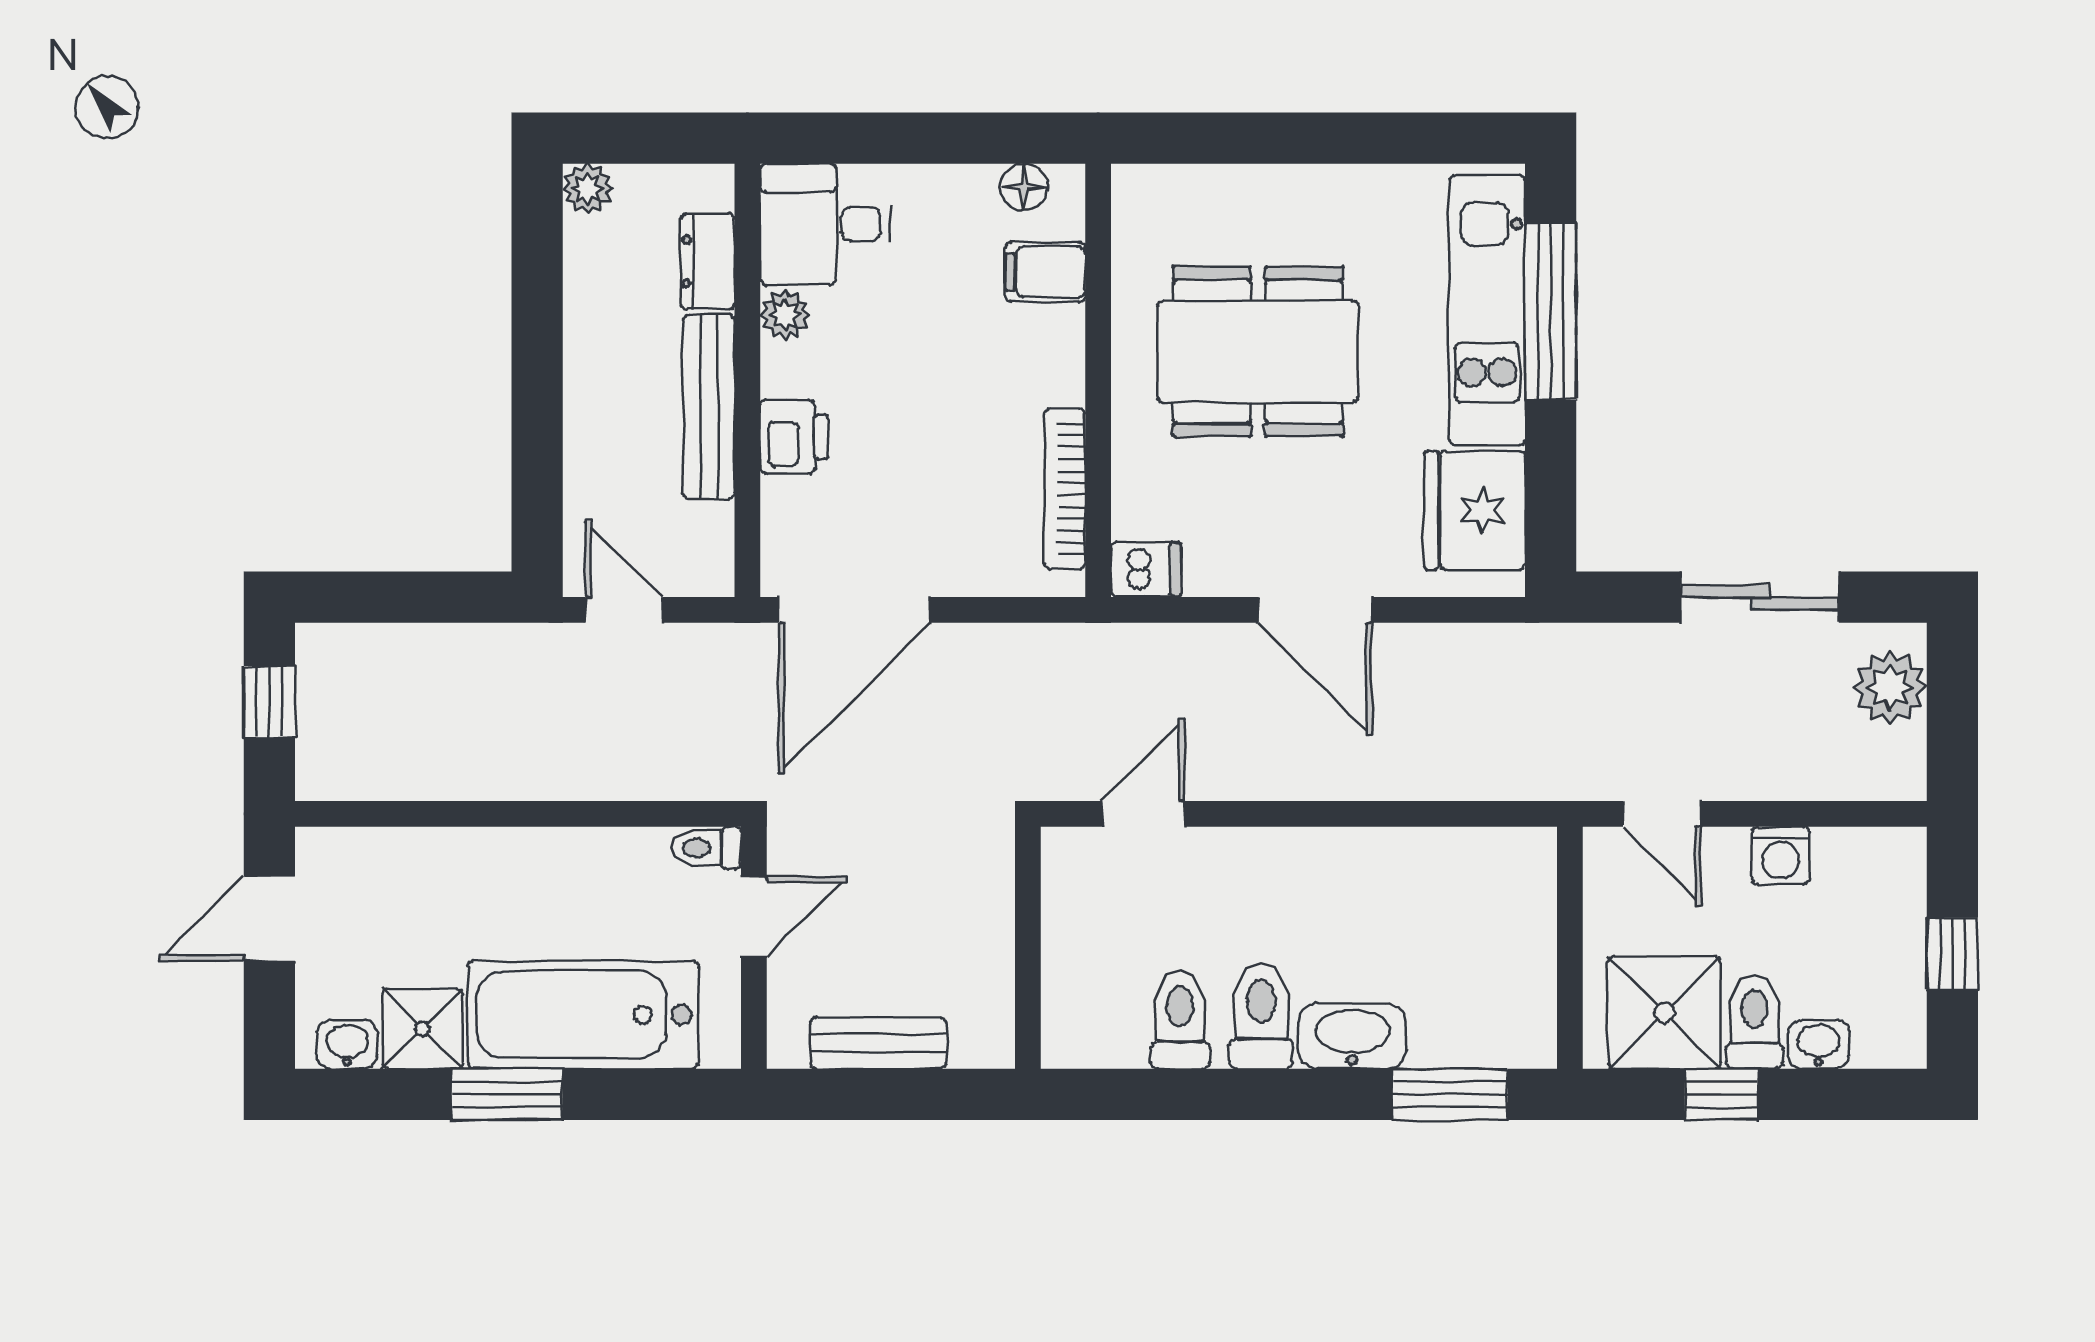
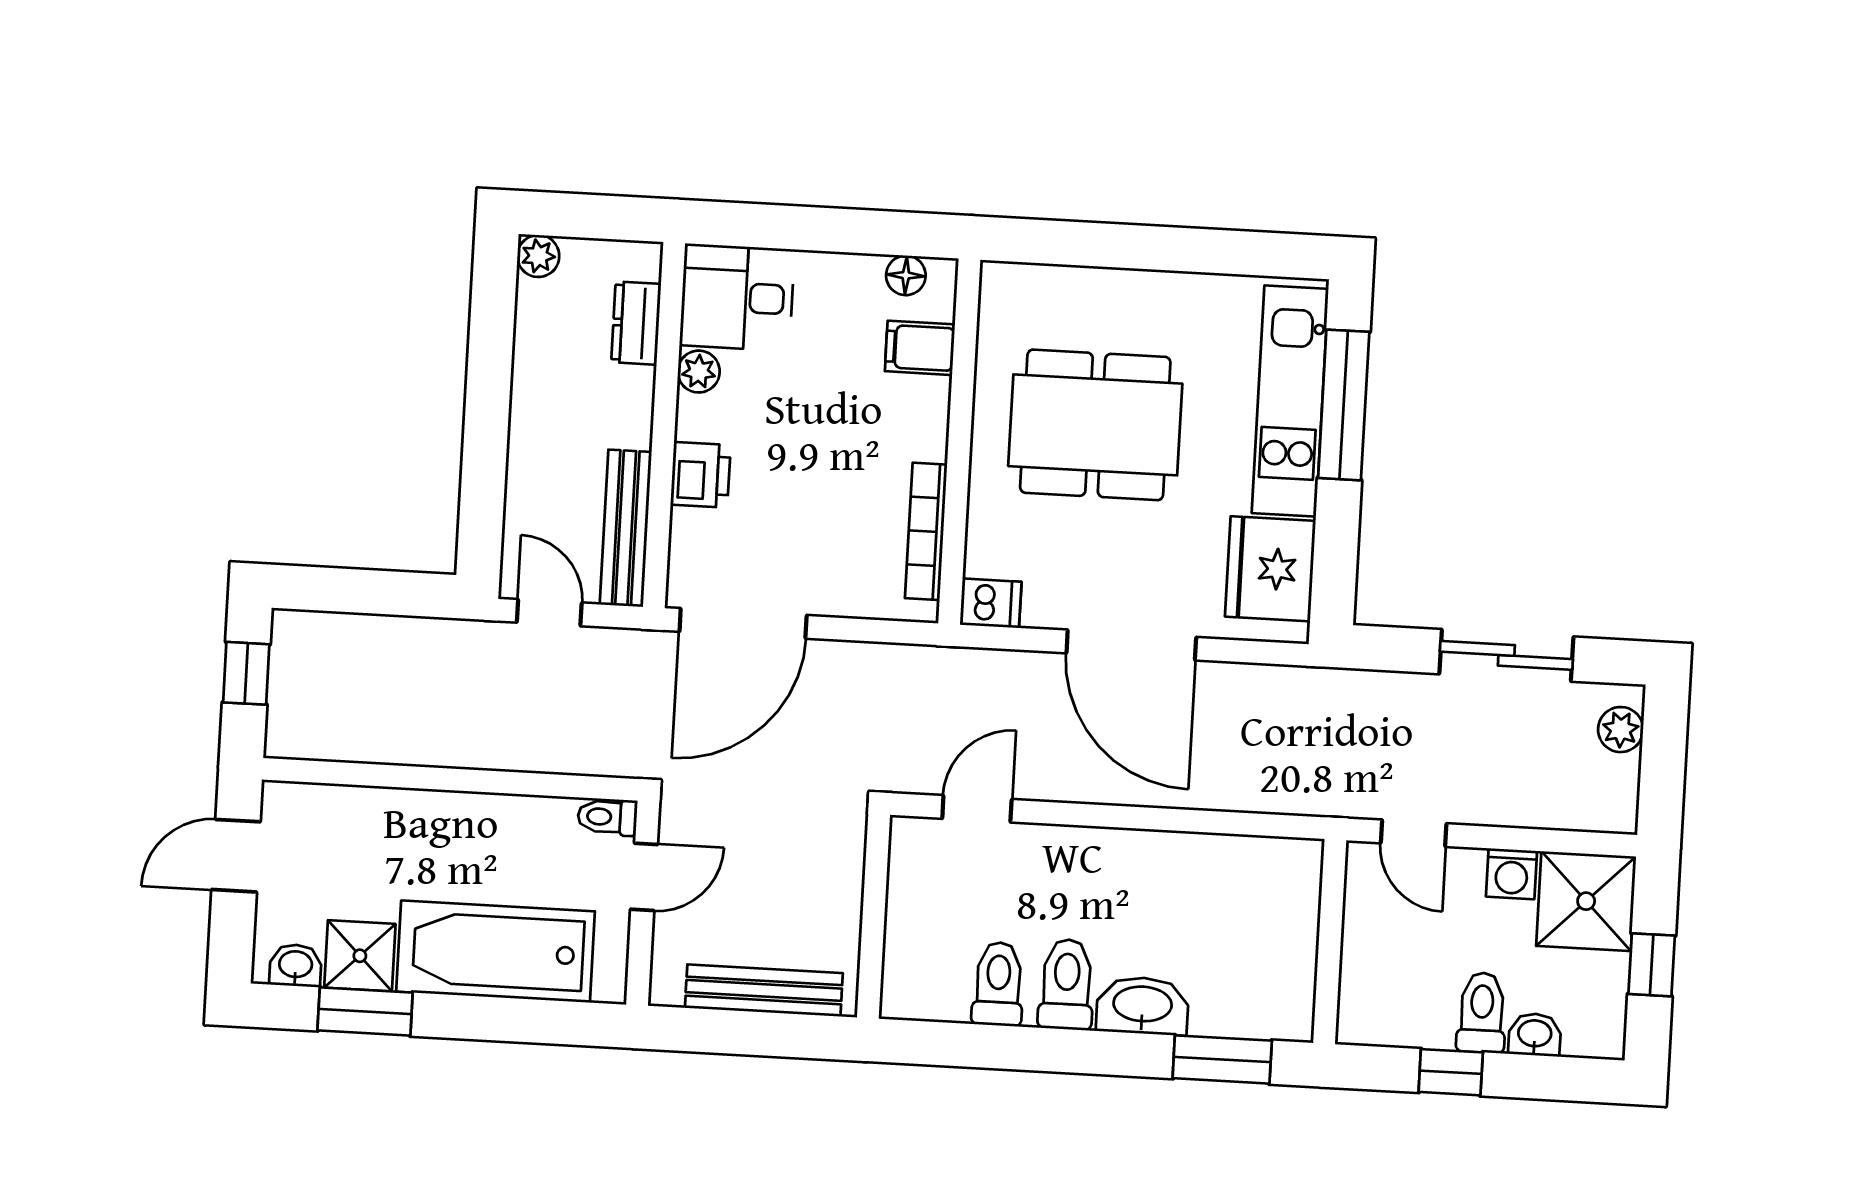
bench: (709, 407) -> (626, 528), moved
door: (1315, 610) -> (1131, 645), width x1.36
plant: (1890, 687) -> (1621, 730), width x0.73, depth x0.73
shower: (1664, 1013) -> (1586, 901), moved
bench: (878, 1043) -> (764, 990), width x1.36
window: (507, 1094) -> (365, 1012), moved

